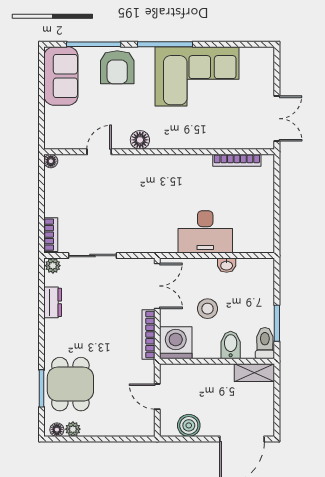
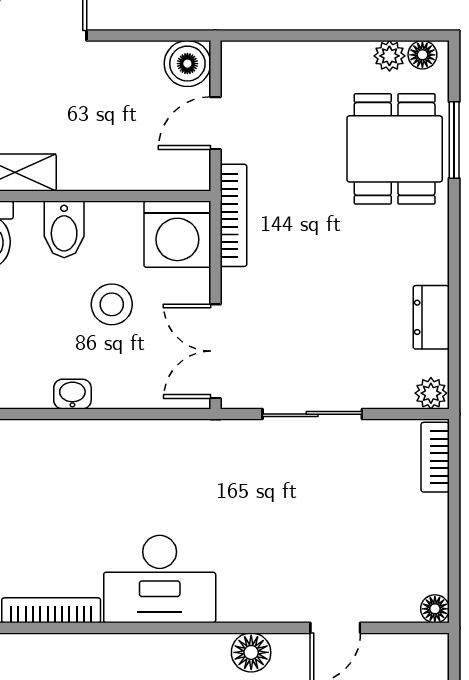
desk: (205, 232) -> (160, 579), moved, turned 180
sliding door: (93, 256) -> (312, 414), moved
bookcase: (148, 335) -> (234, 215), moved
door: (157, 397) -> (215, 123), swing flipped
boiler: (189, 425) -> (187, 64), moved

